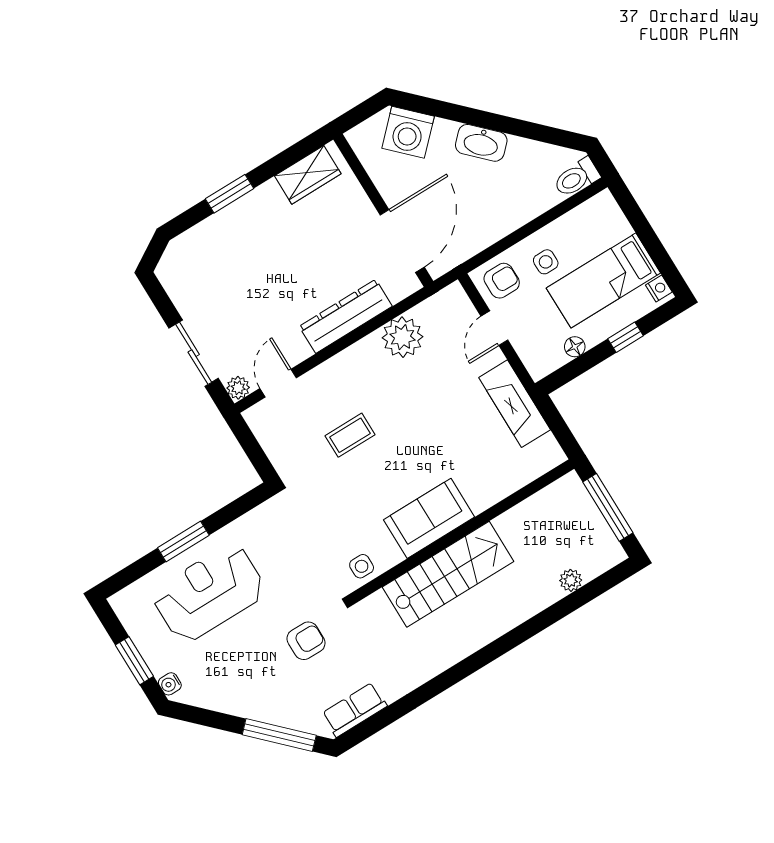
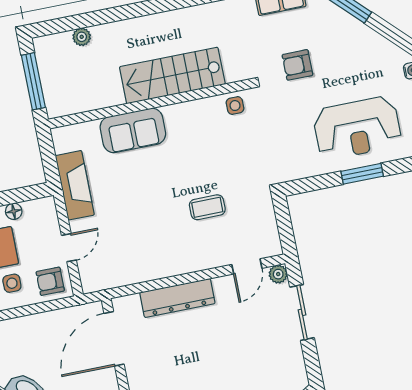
plant: (403, 337) -> (141, 266), removed
sofa: (429, 518) -> (133, 130), moved

